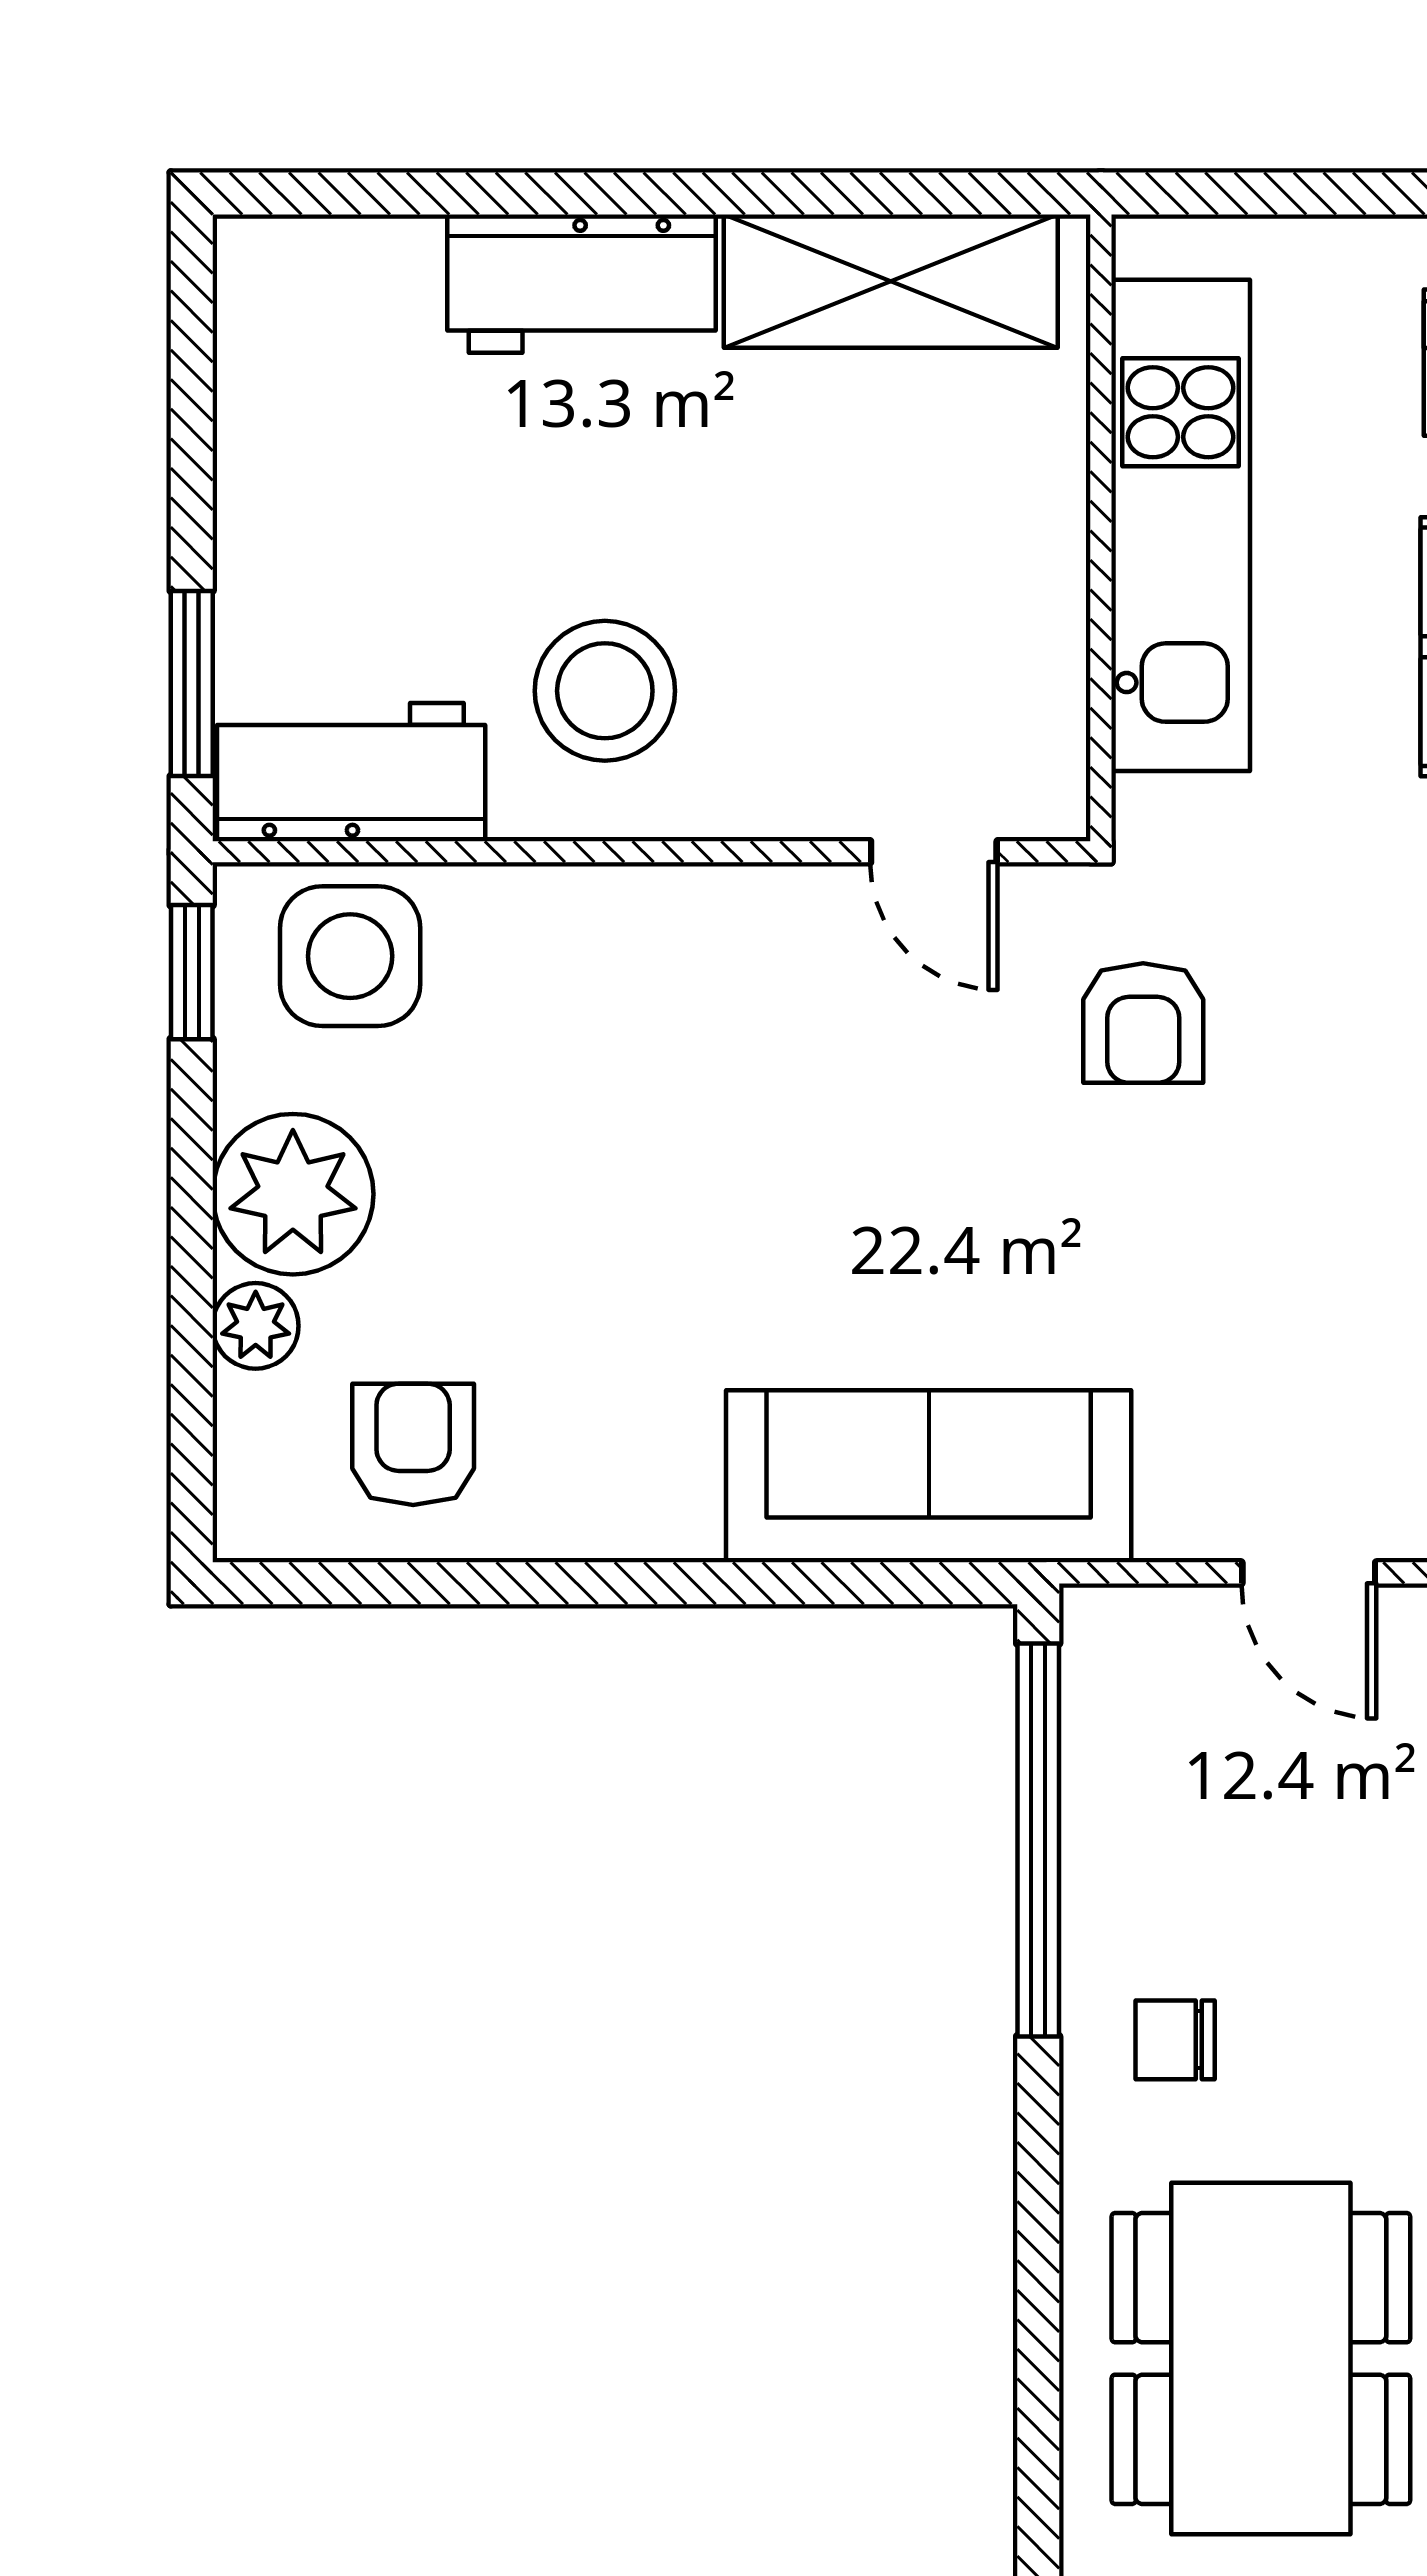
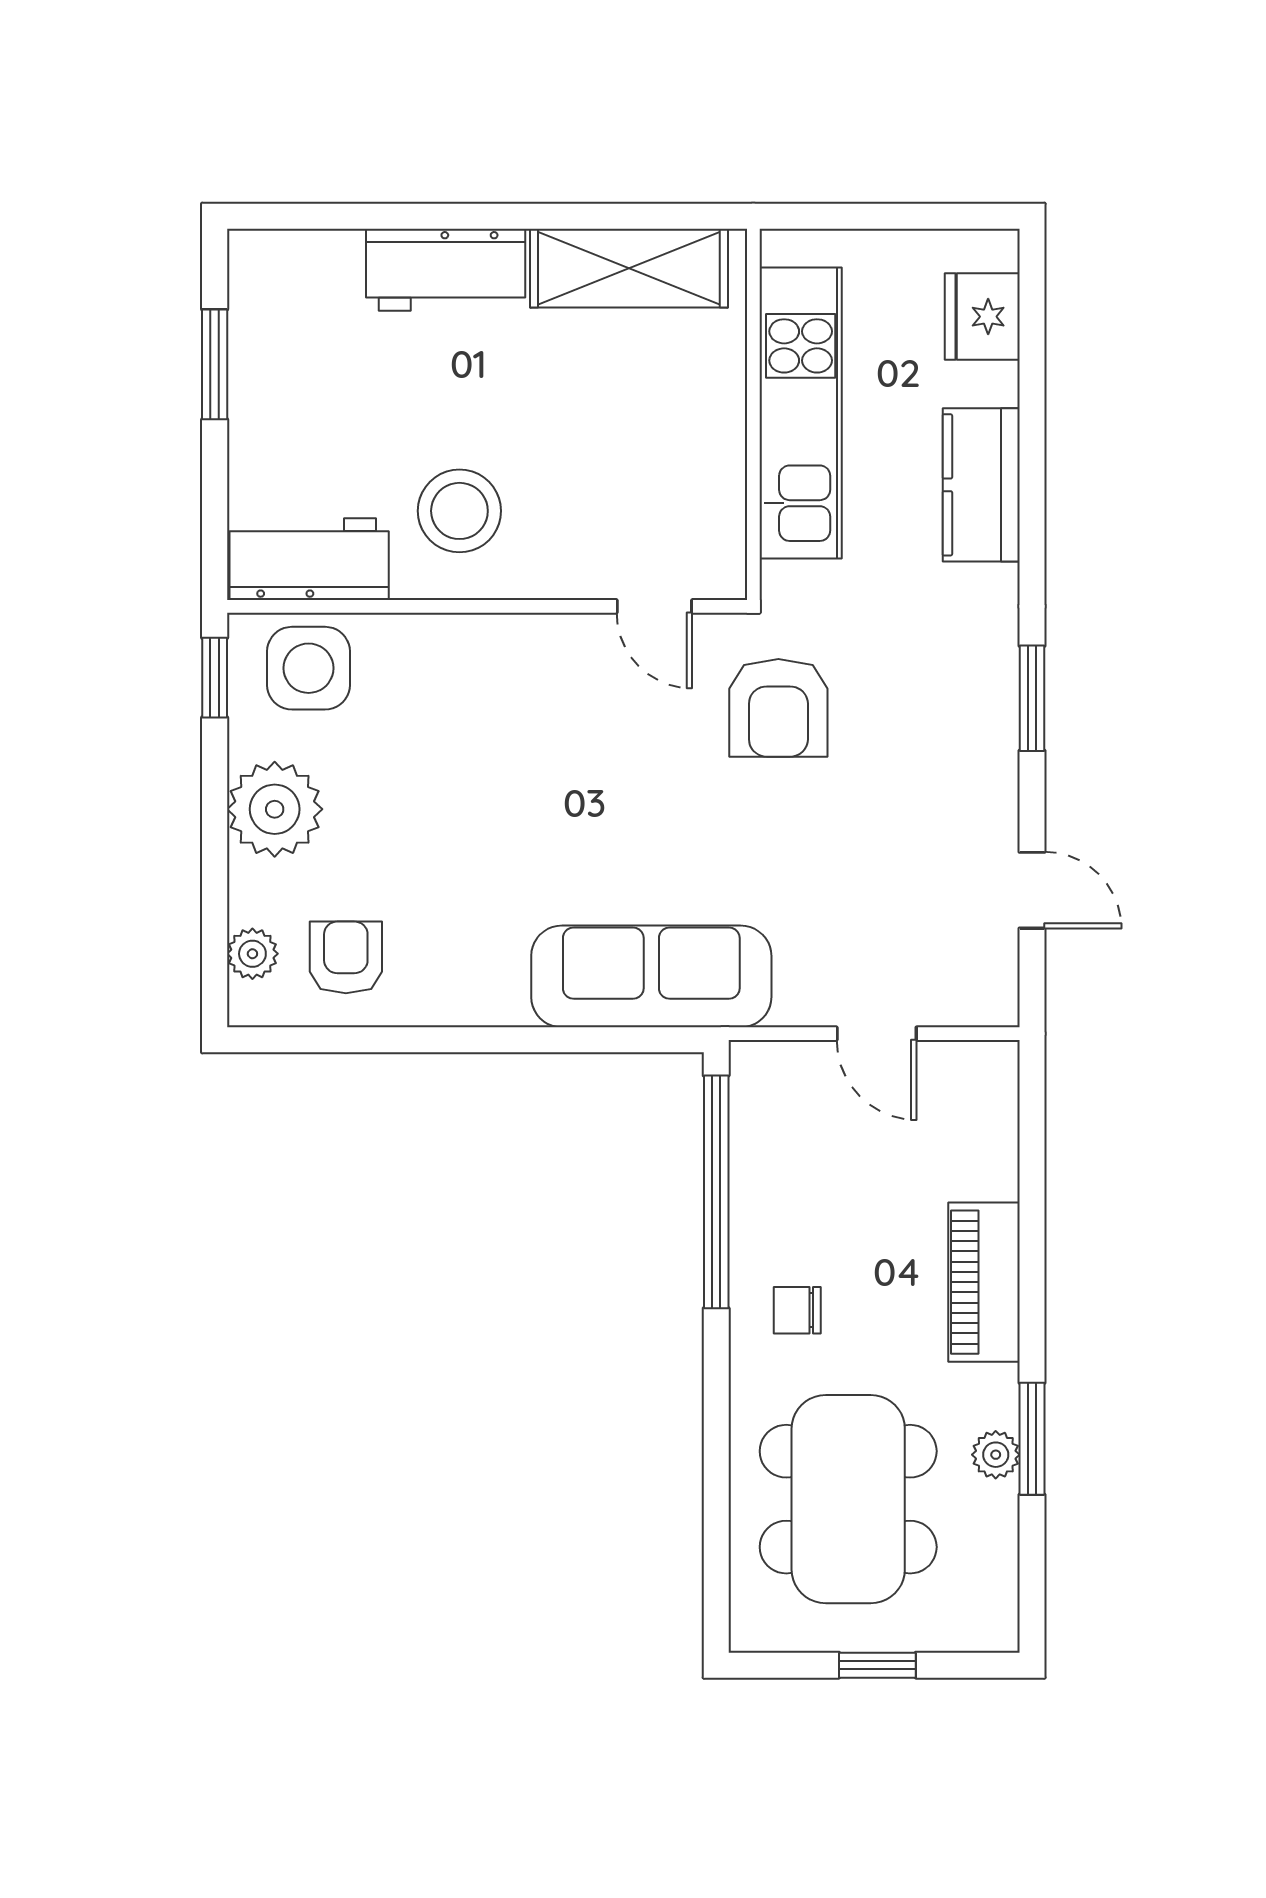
window: (192, 684) -> (215, 364), moved
armchair: (1143, 1023) -> (778, 708), width x1.38, depth x1.38
plant: (256, 1326) -> (252, 954), moved

